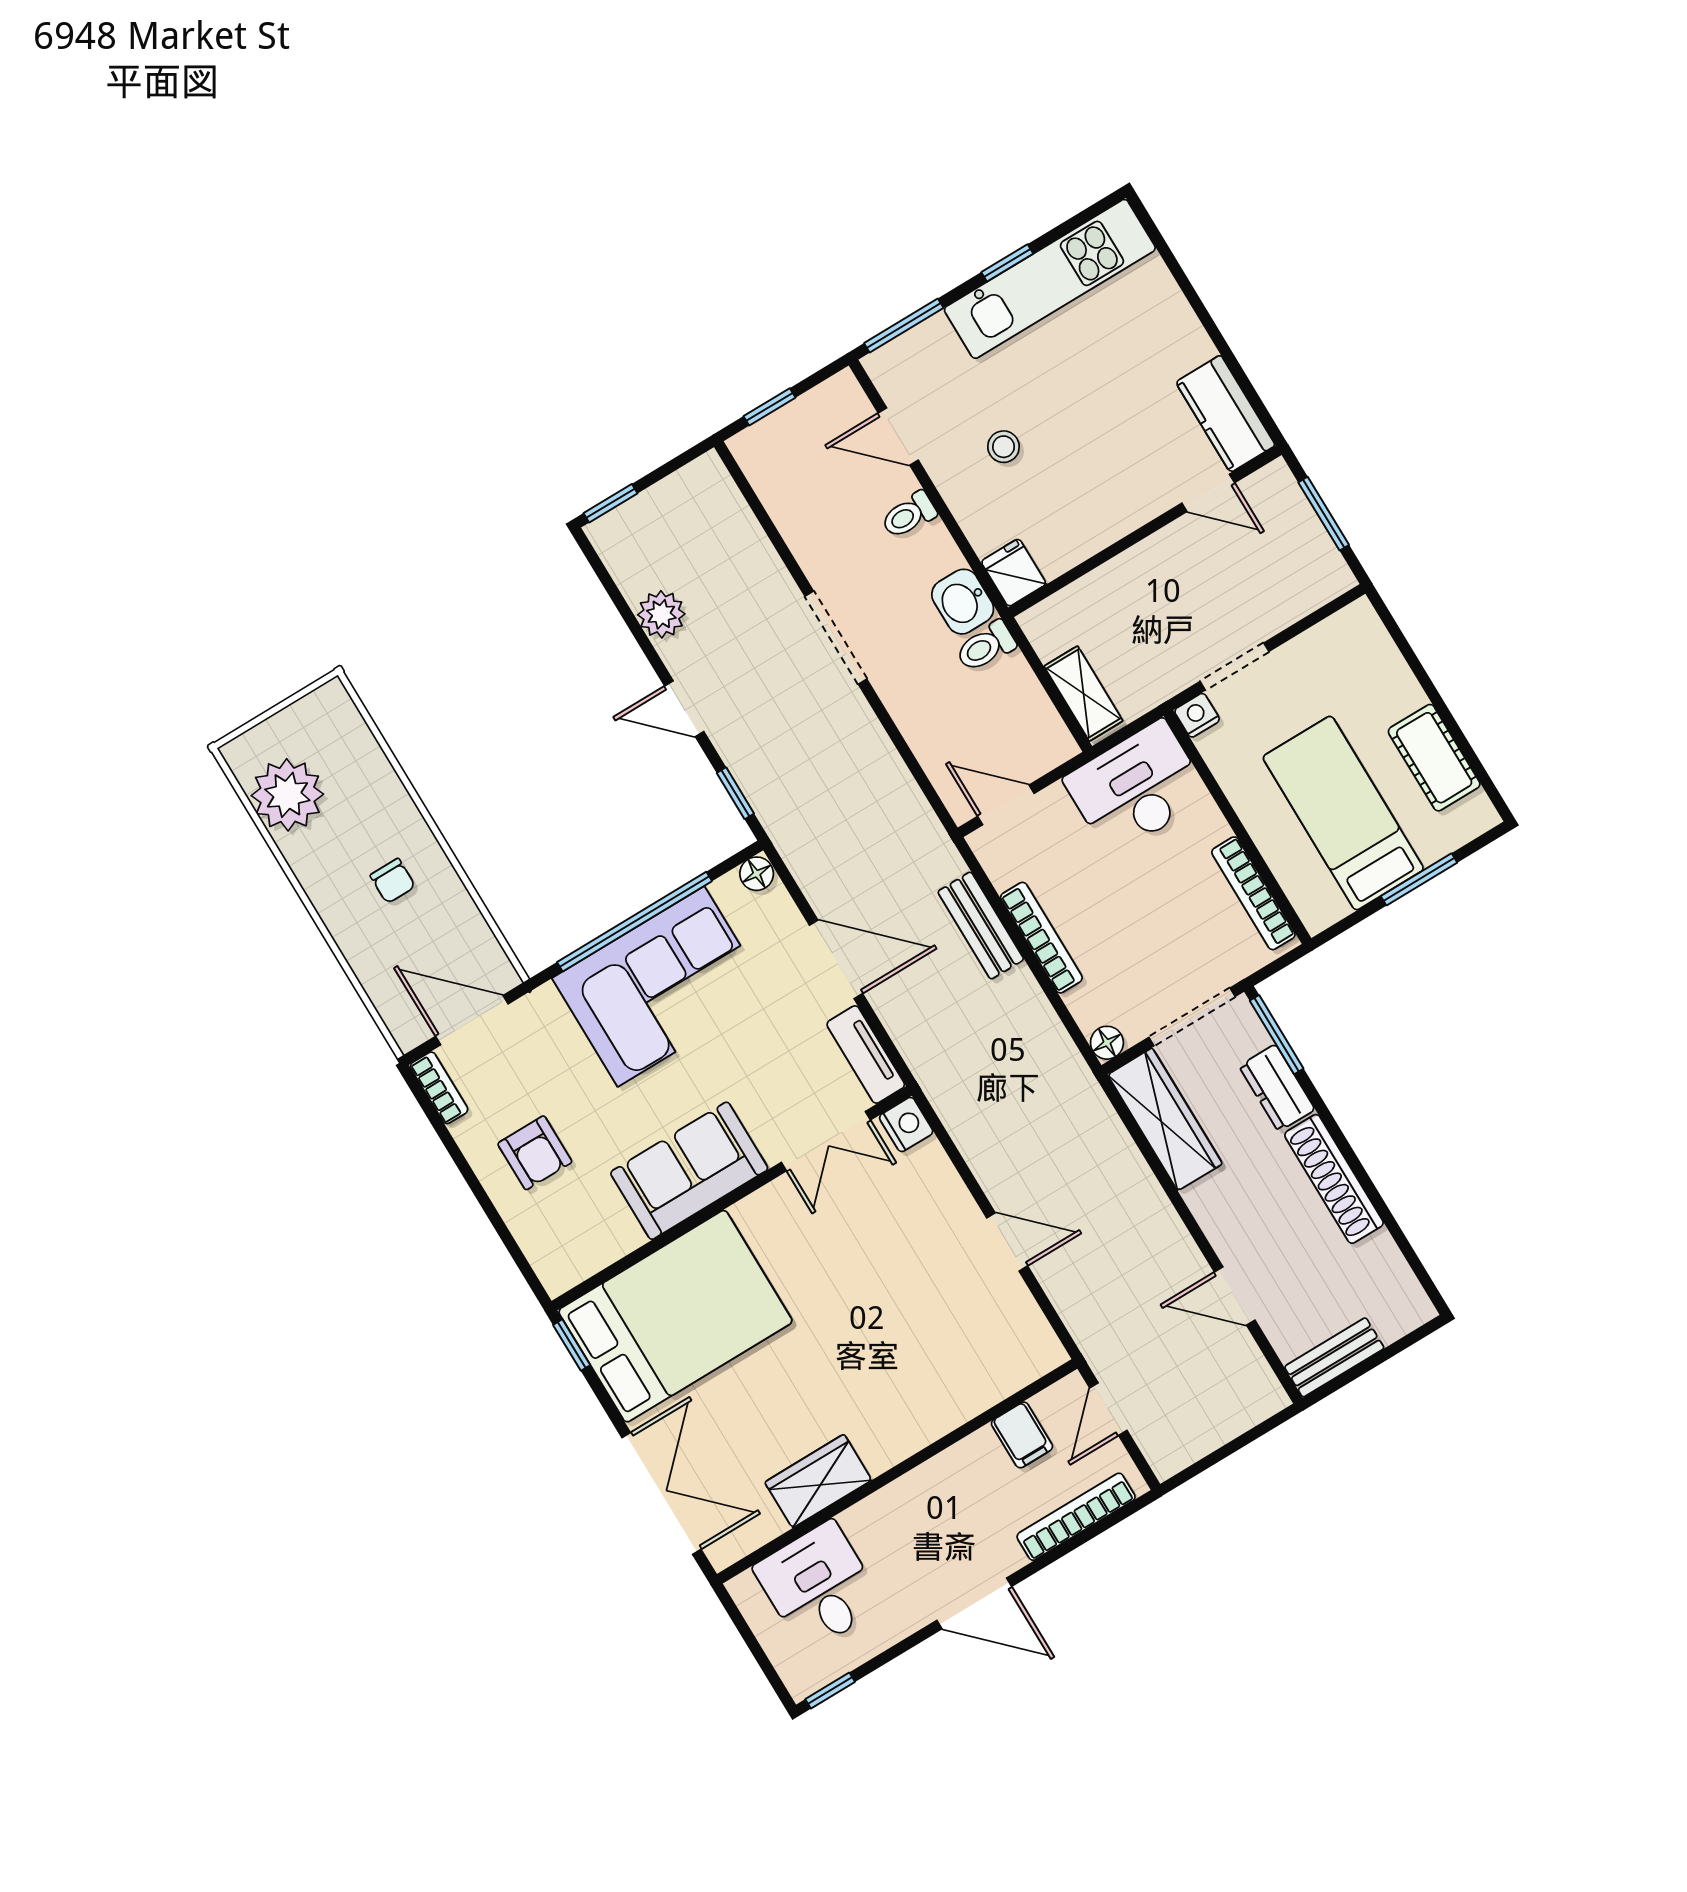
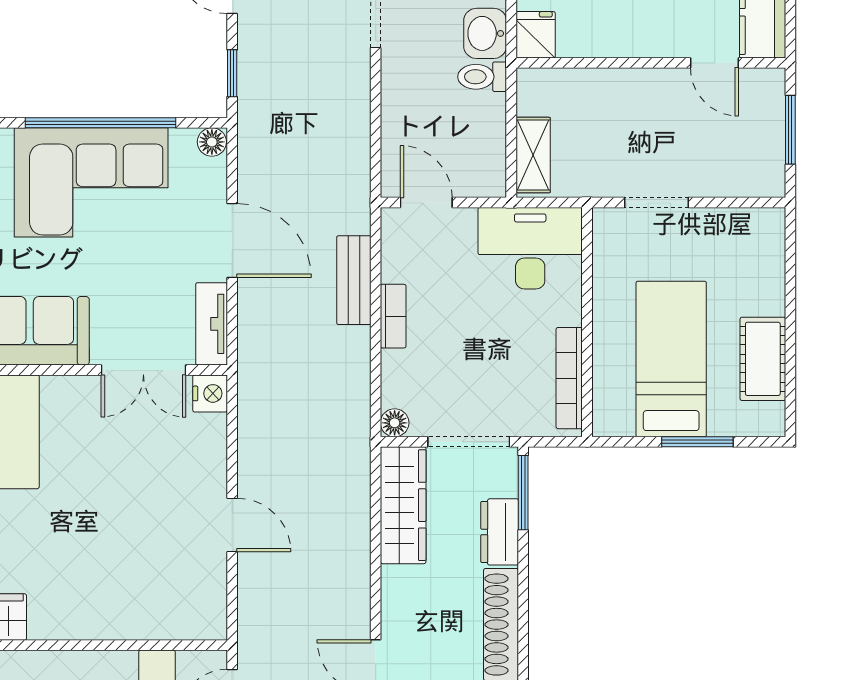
nightstand: (1197, 715) -> (607, 222), removed
bookcase: (1041, 938) -> (393, 316), width x0.64

